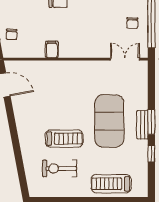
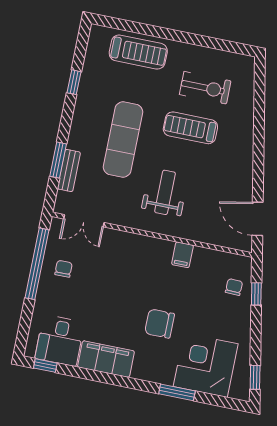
weight bench: (73, 90) -> (165, 192), added
exercise mat: (109, 121) -> (123, 140), width x0.68
window: (151, 122) -> (58, 160), moved
bench: (142, 125) -> (69, 170), moved

